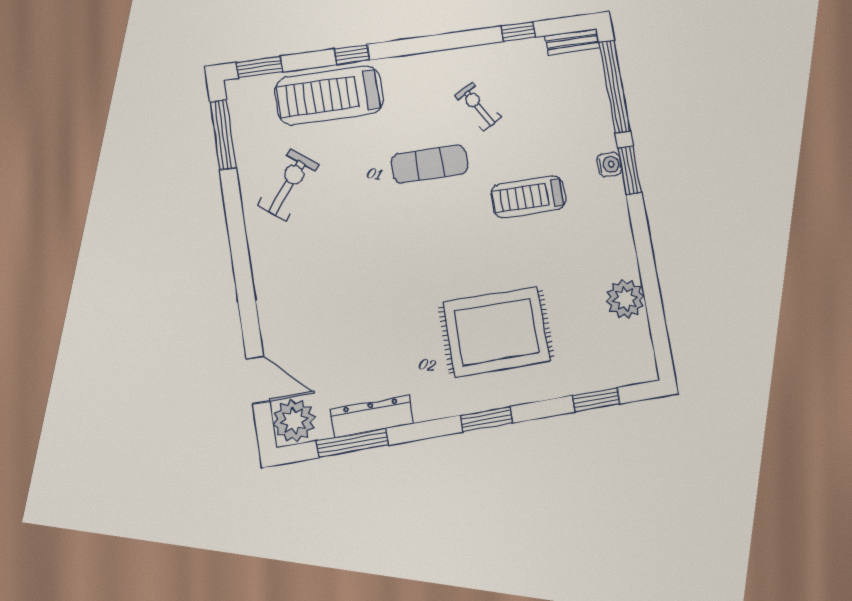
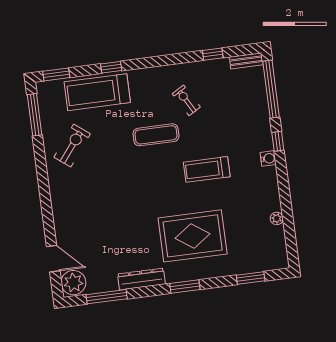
water cooler: (609, 164) -> (268, 158), moved
window: (630, 170) -> (278, 141), width x0.67
treadmill: (528, 197) -> (207, 169), moved
plant: (625, 299) -> (277, 218), width x0.53, depth x0.53
dresser: (372, 416) -> (141, 279), moved

